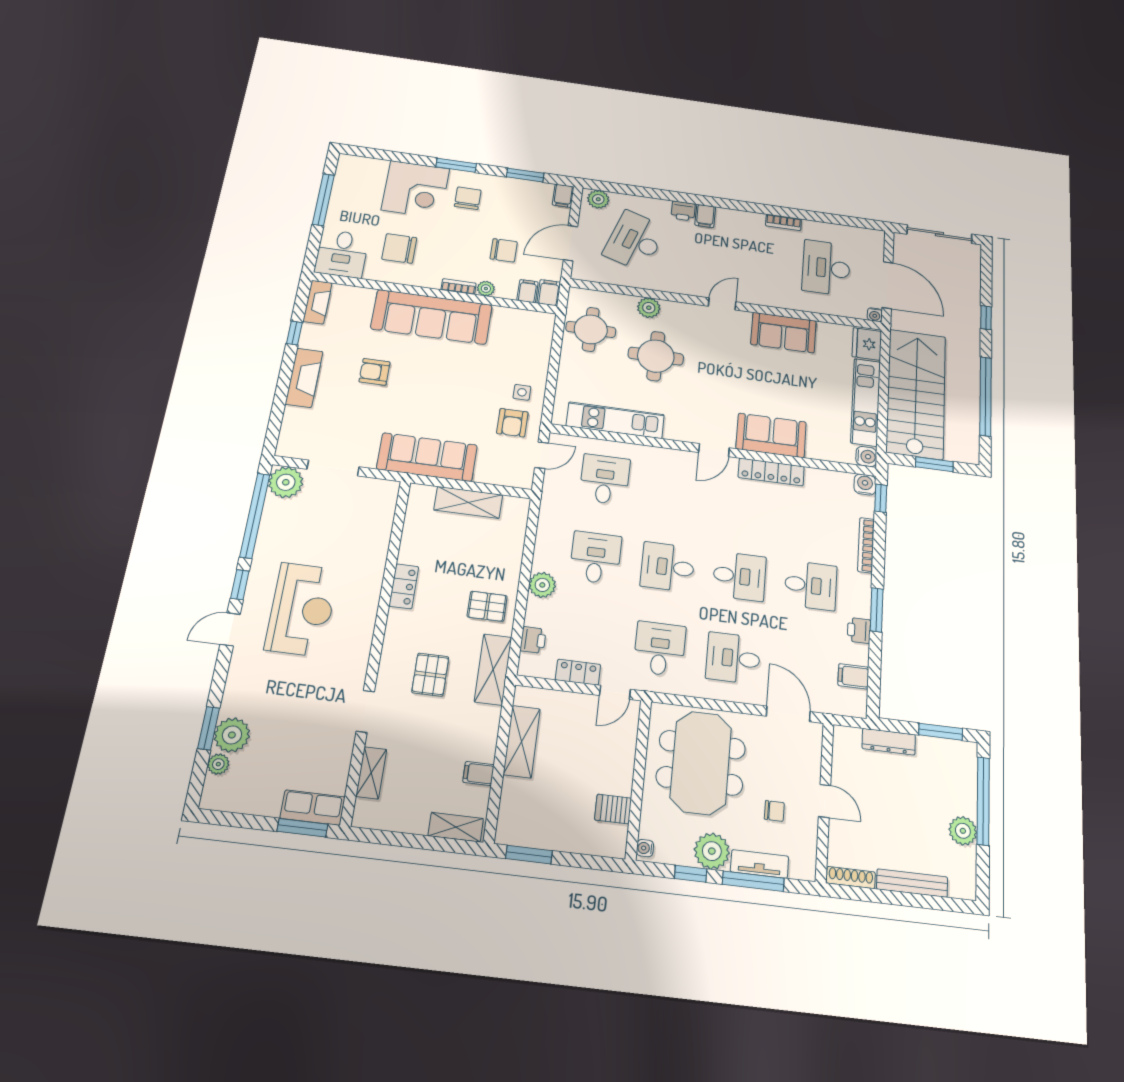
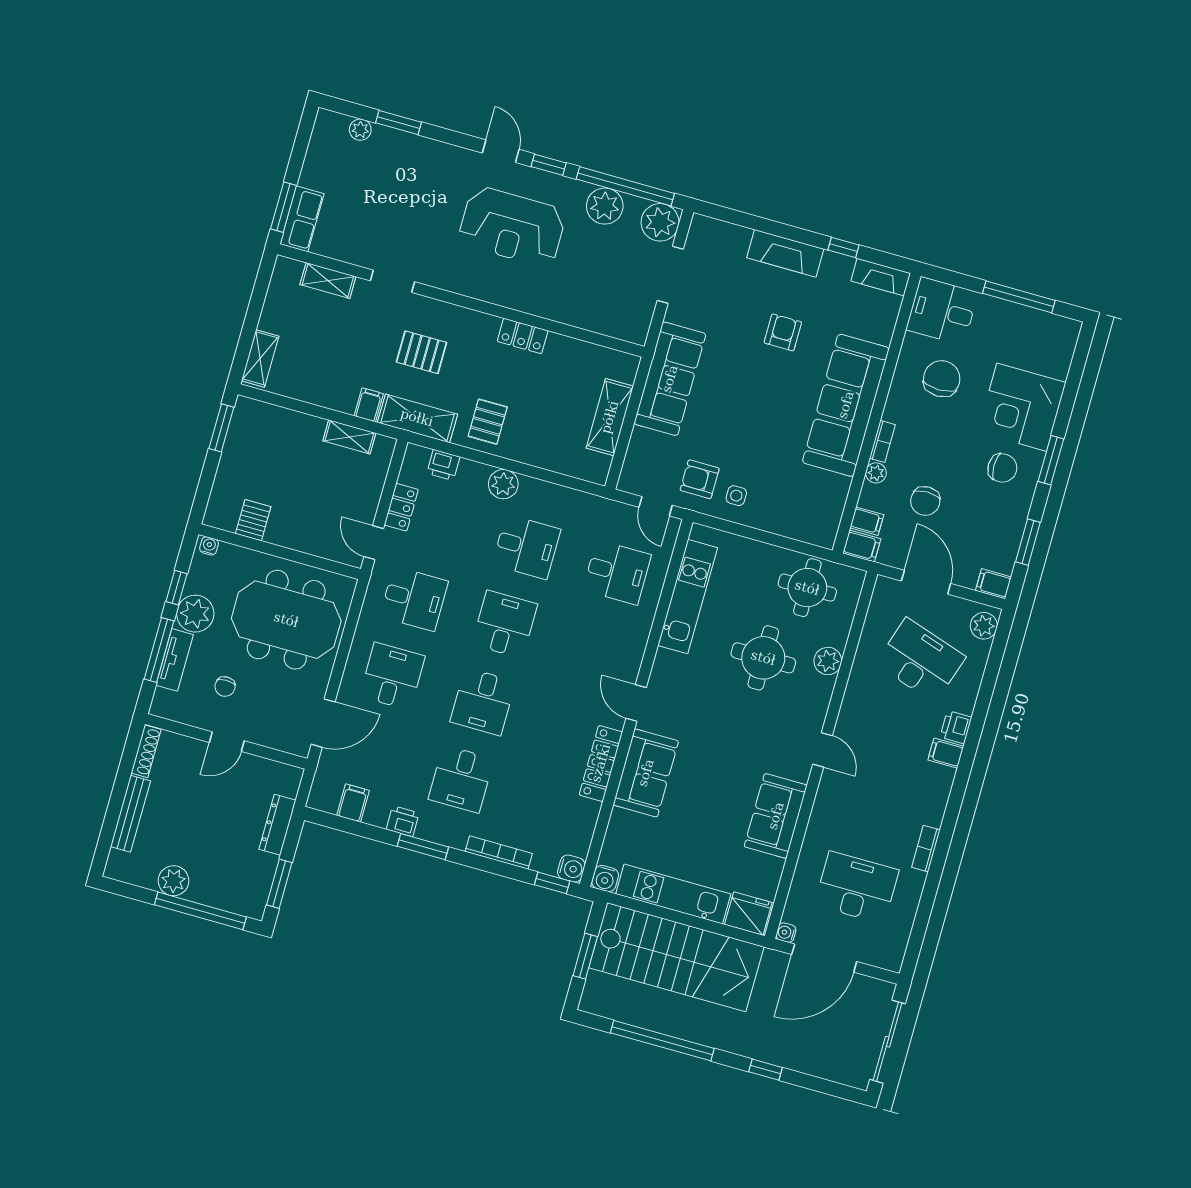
plant: (232, 735) -> (605, 206), moved
shelving: (522, 742) -> (349, 437), width x0.67, depth x0.75
filing cabinet: (478, 773) -> (369, 405), moved

